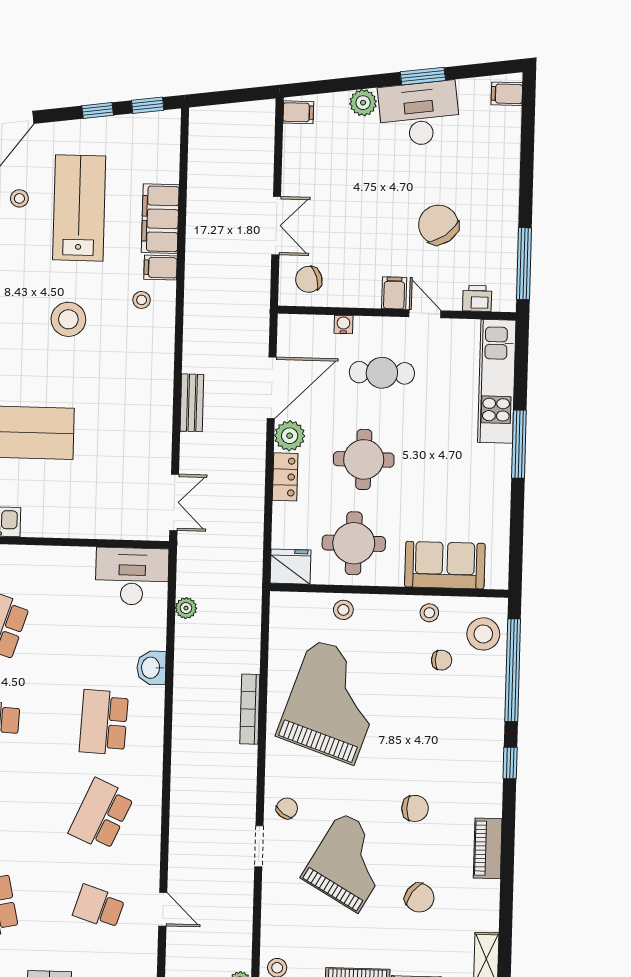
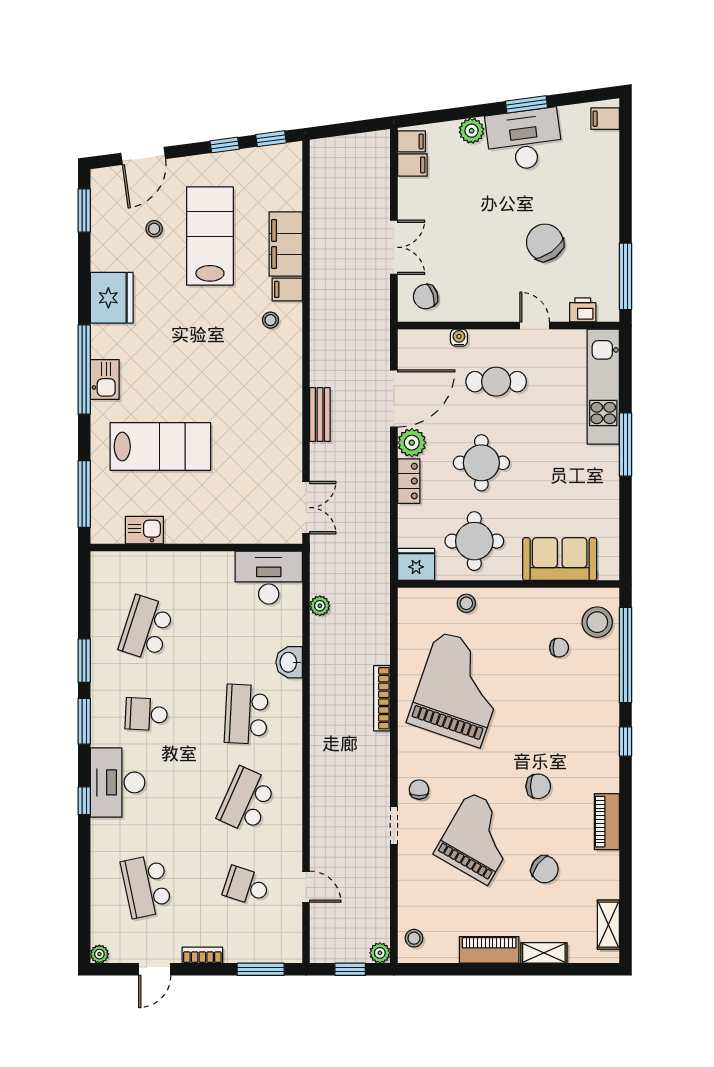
filing cabinet: (394, 293) -> (412, 165), moved, turned 90
stool: (68, 319) -> (203, 340), removed
stool: (429, 613) -> (546, 604), removed
chair: (287, 808) -> (419, 790), turned -36

